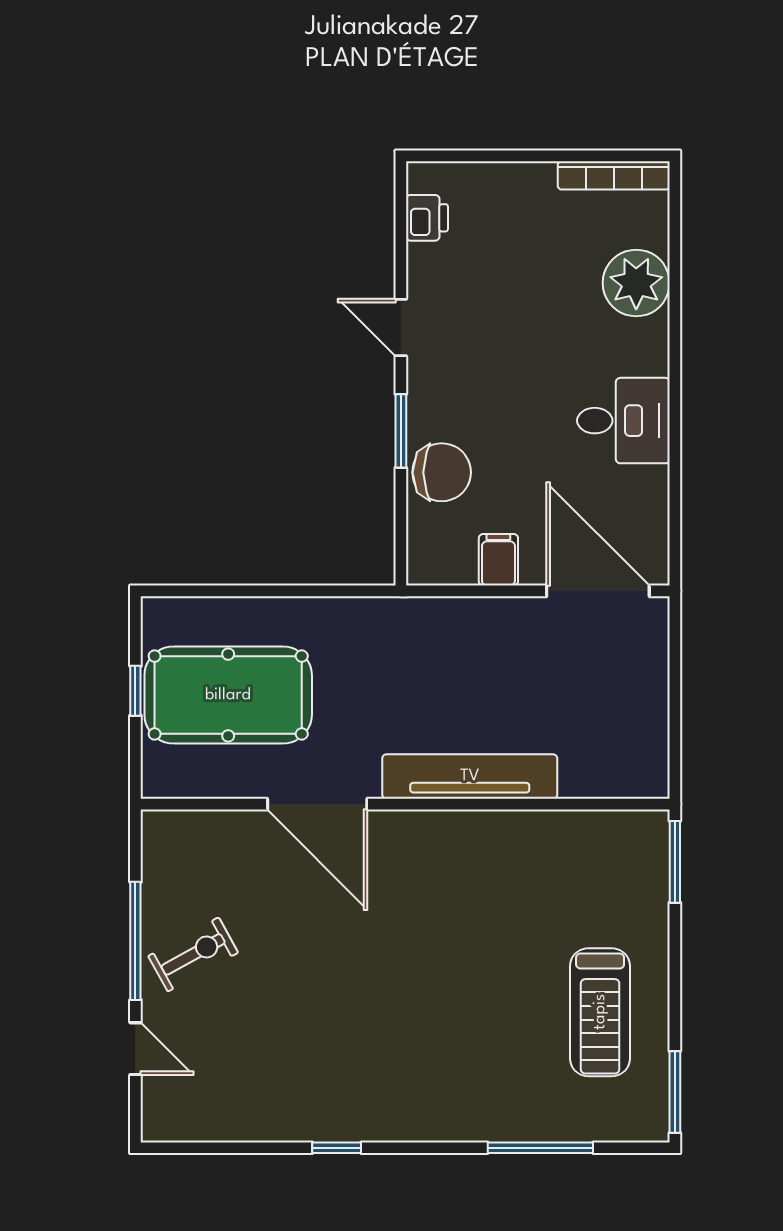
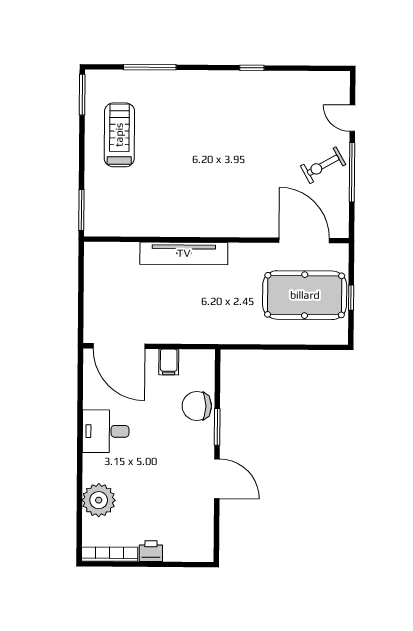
printer: (427, 218) -> (151, 551), moved, turned 90
door: (401, 327) -> (217, 479), width x1.37
door: (317, 804) -> (304, 240), moved

